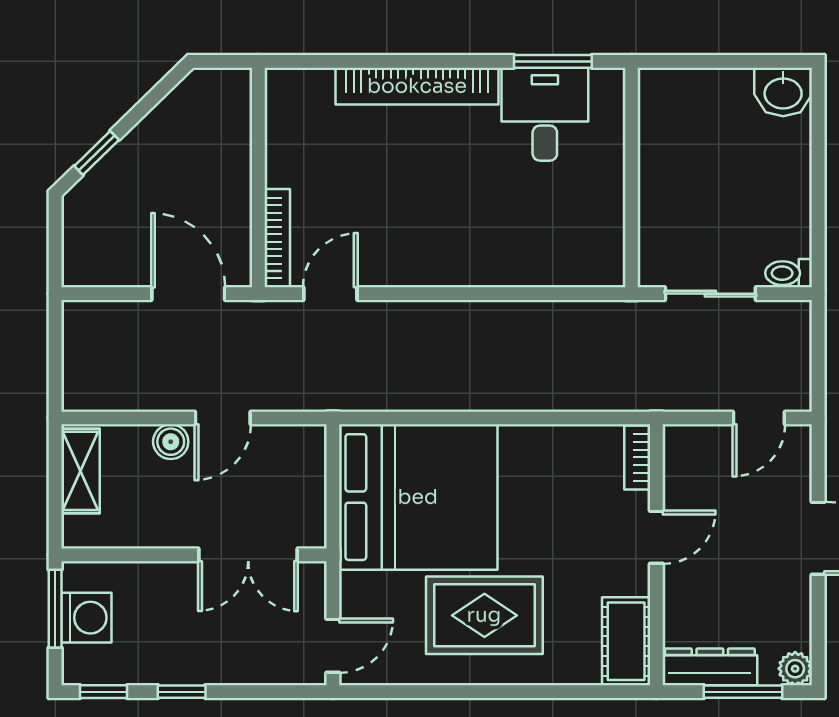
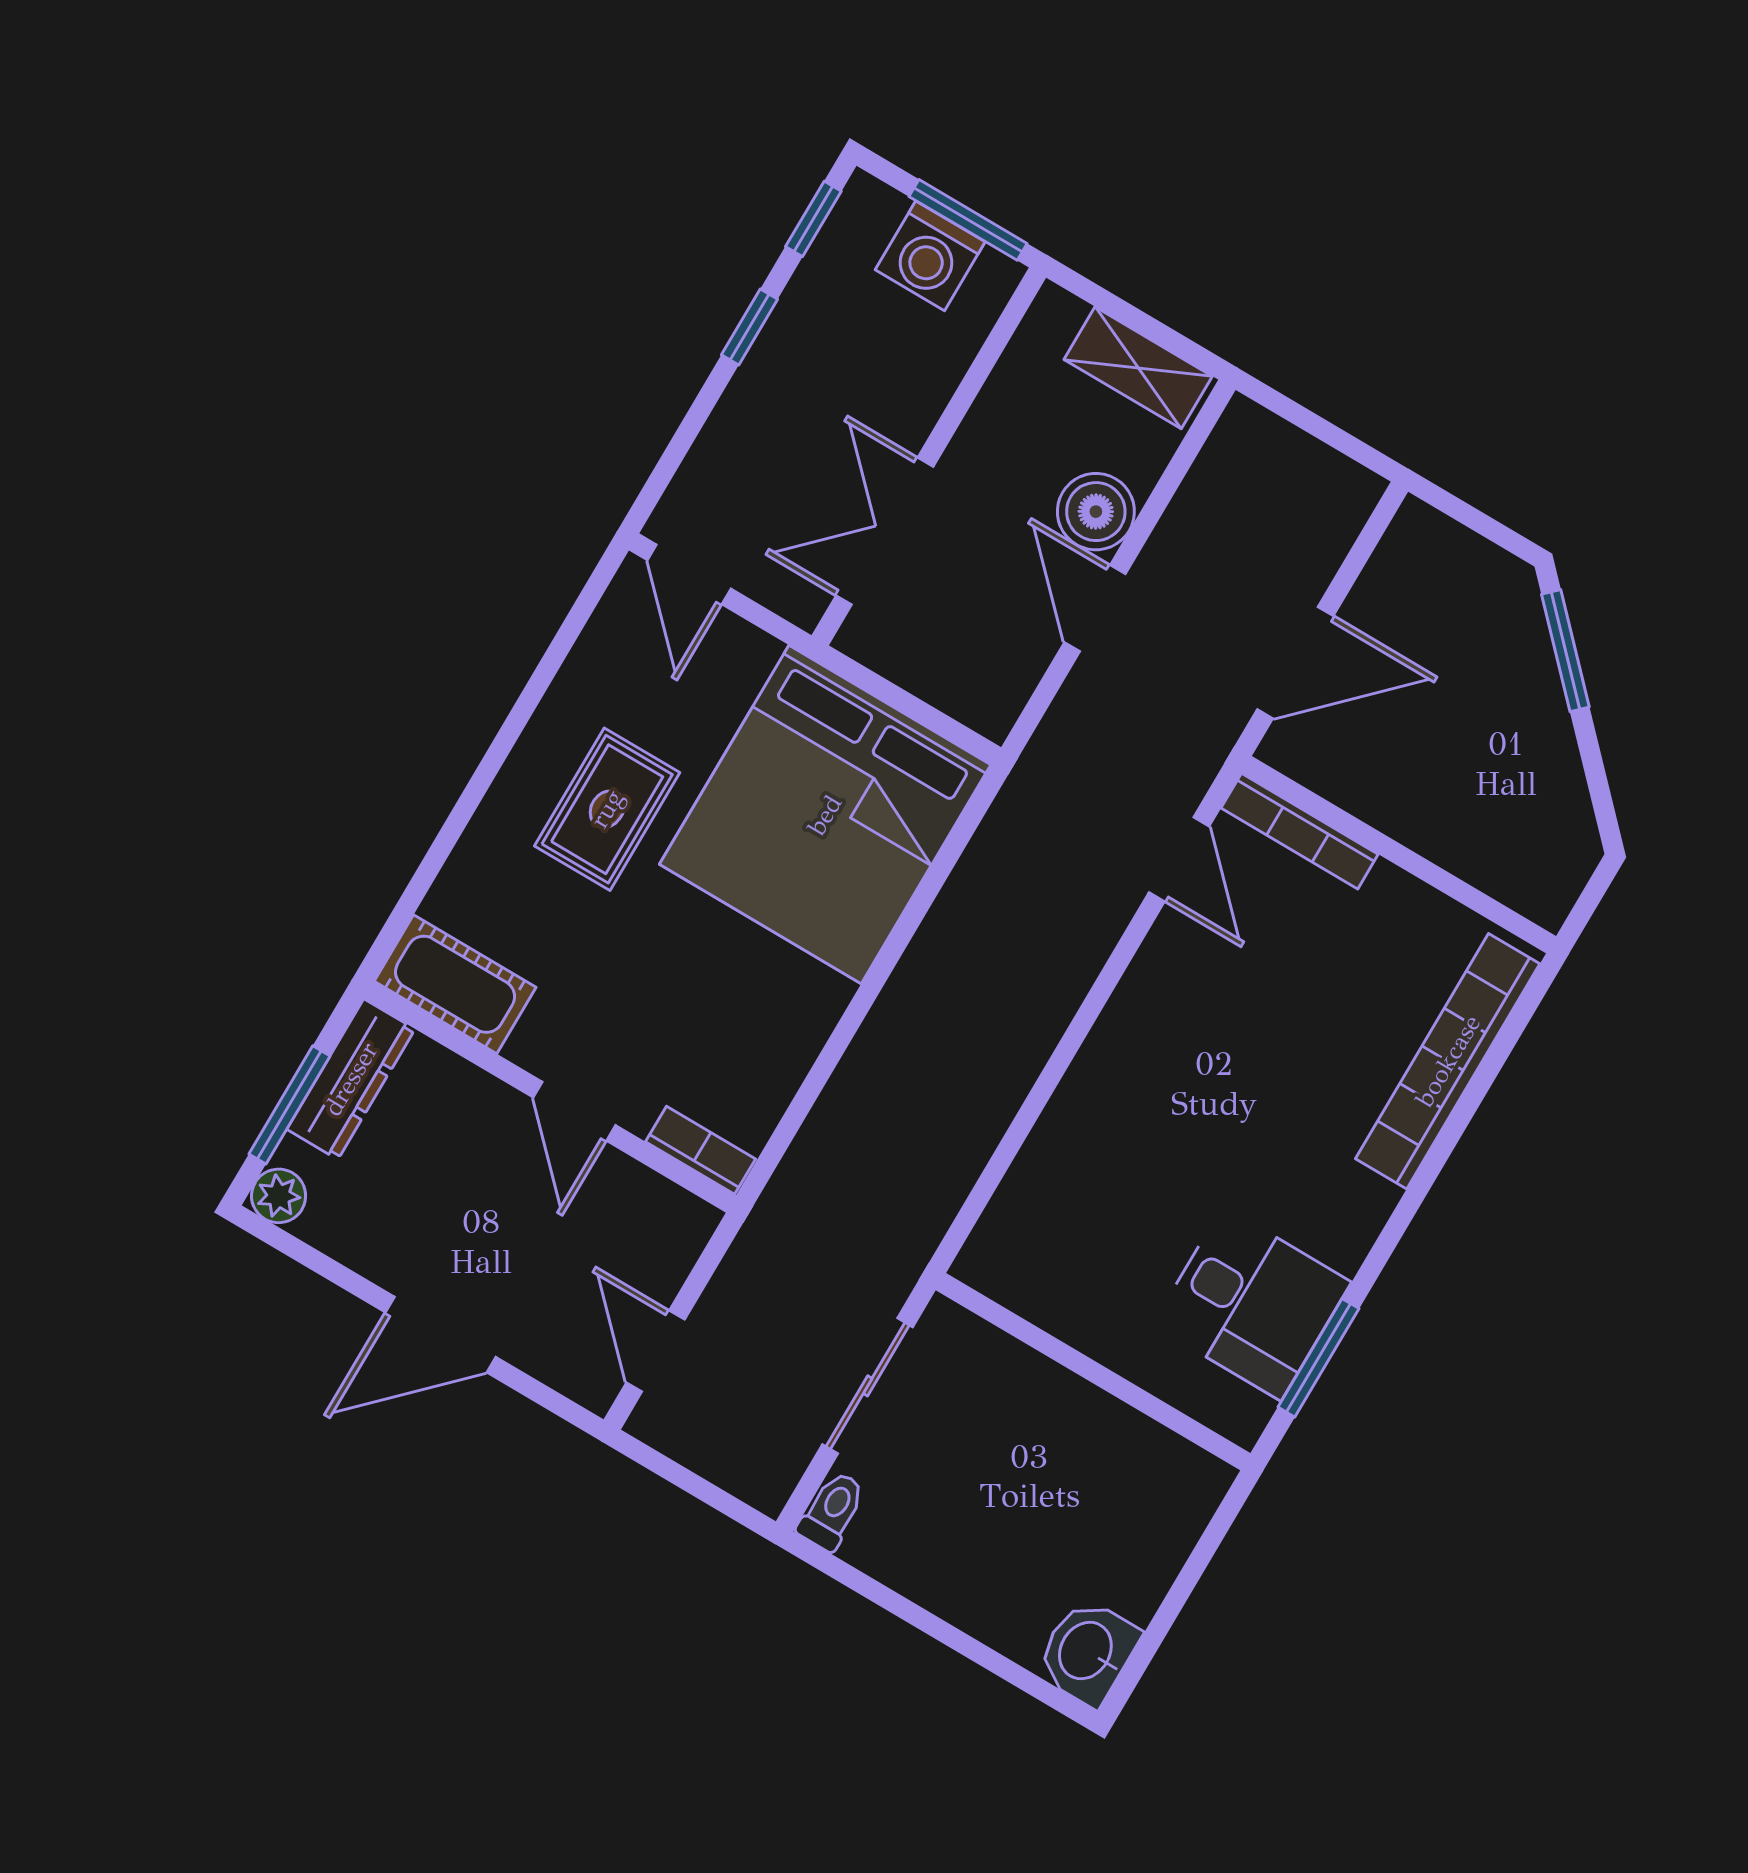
bookcase: (417, 86) -> (1448, 1061), moved
window: (97, 153) -> (1565, 651), width x1.50
boiler: (171, 442) -> (1096, 512), width x1.36, depth x1.36
rug: (484, 615) -> (607, 809), width x0.73, depth x0.70

